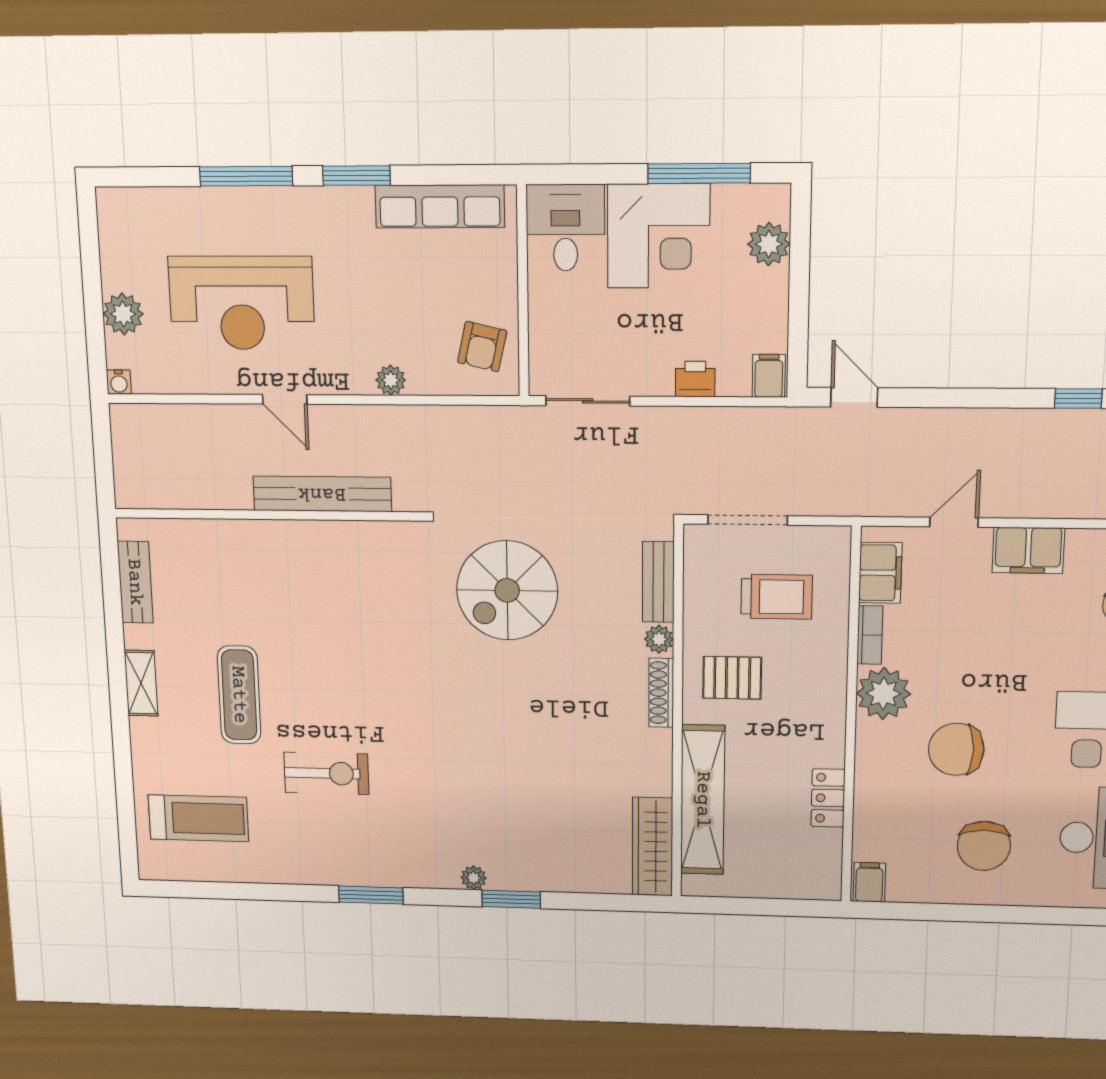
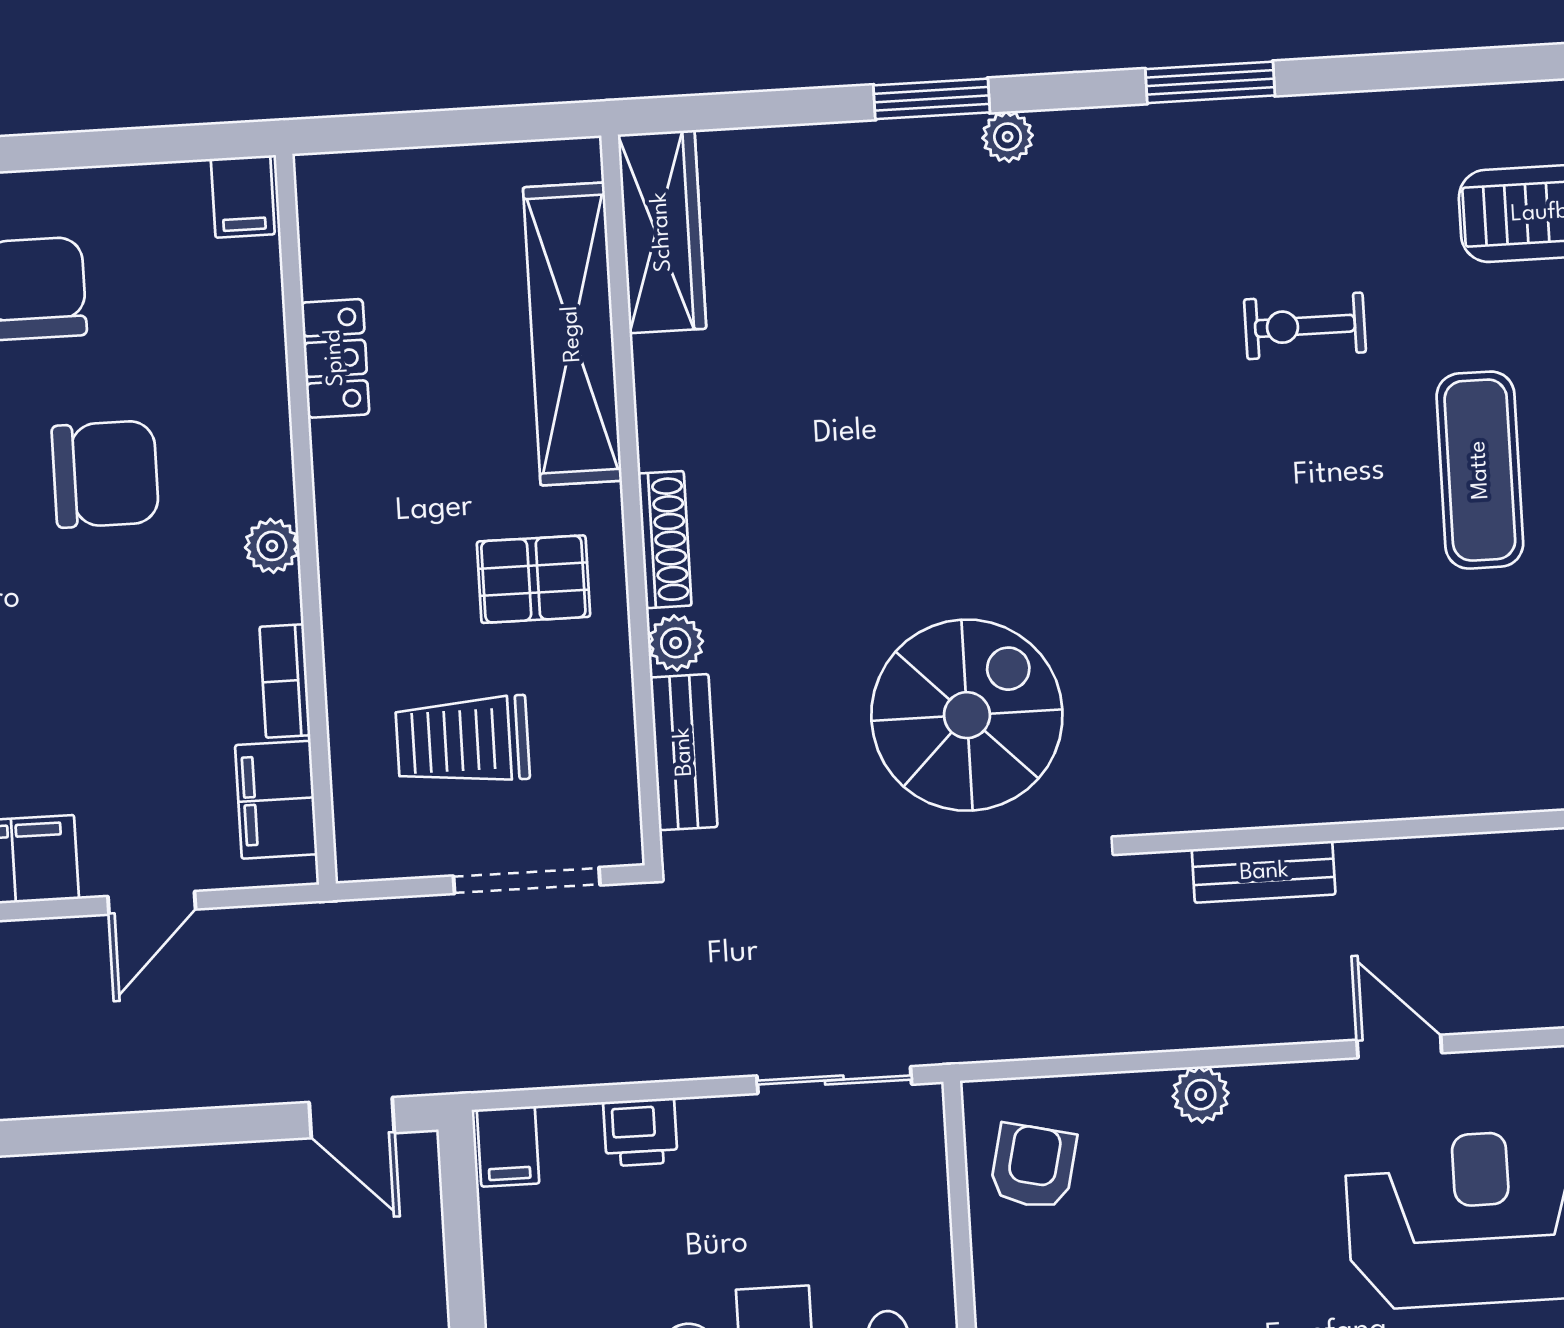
bench: (322, 494) -> (1264, 872), width x0.54, depth x0.82
plant: (883, 694) -> (272, 546), width x0.53, depth x0.53
exercise bike: (326, 773) -> (1305, 326), width x0.73, depth x0.72

